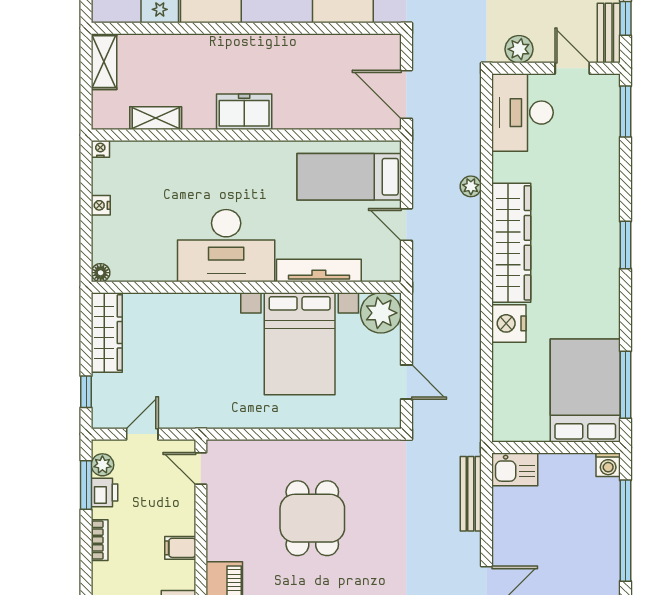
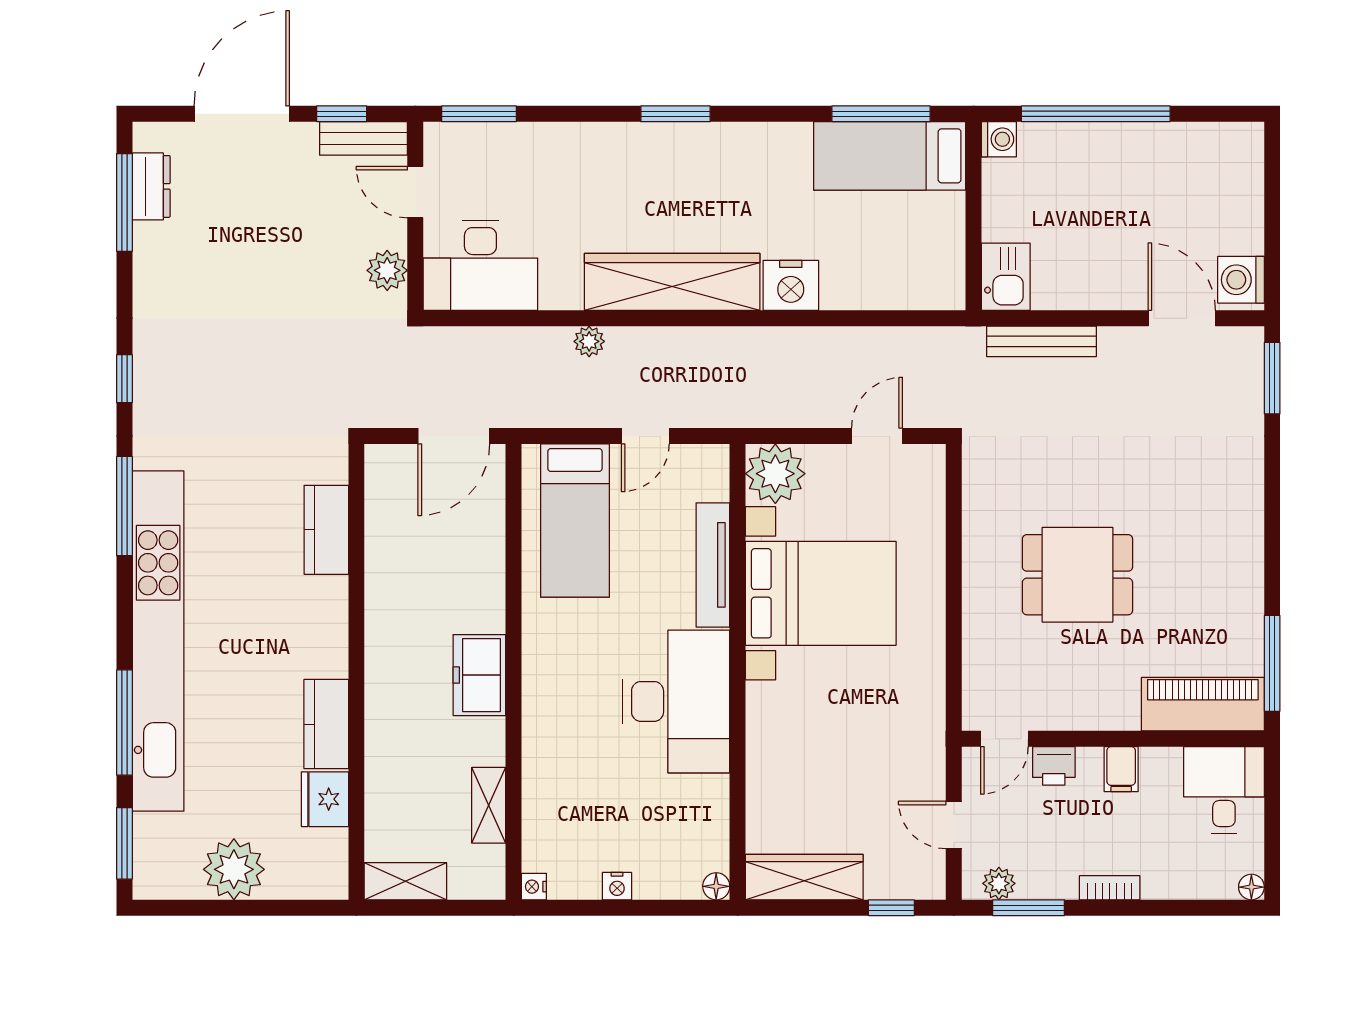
door: (572, 68) -> (415, 192), hinge flipped
bed: (585, 390) -> (890, 156), width x0.67
printer: (104, 492) -> (1054, 766), moved, turned 180

